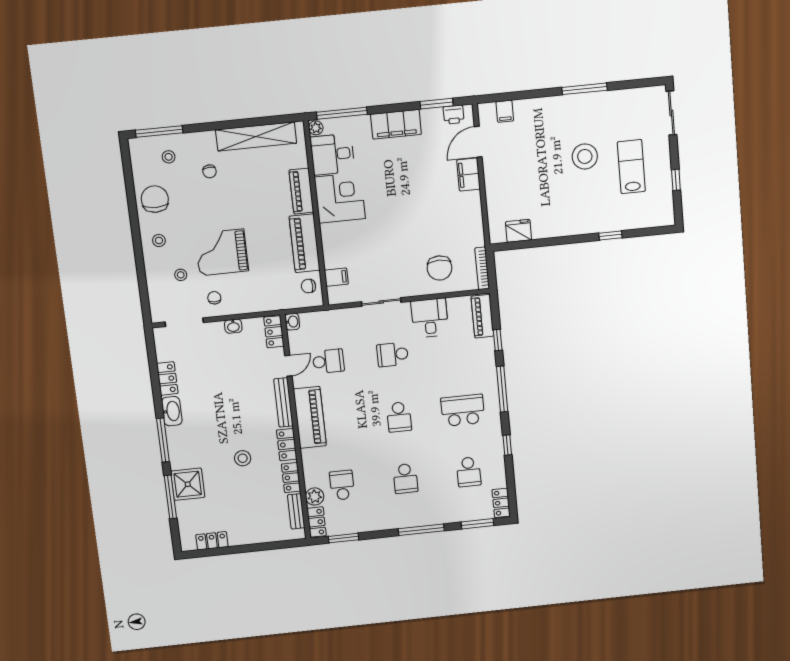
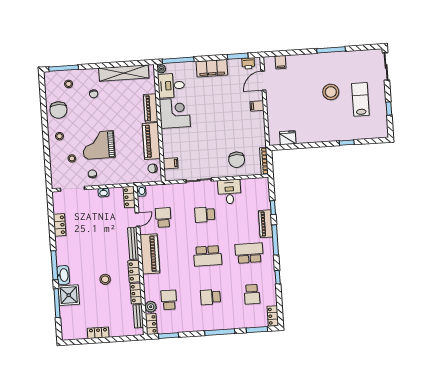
filing cabinet: (469, 175) -> (257, 106), width x0.50
chair: (155, 199) -> (58, 110), turned 180
piano: (482, 316) -> (266, 224), moved
school desk: (328, 361) -> (163, 217), turned -90
washbasin: (172, 411) -> (63, 275), moved
school desk: (399, 417) -> (208, 256), width x1.85
school desk: (405, 478) -> (210, 297), turned 90
locker: (212, 541) -> (98, 333), moved

